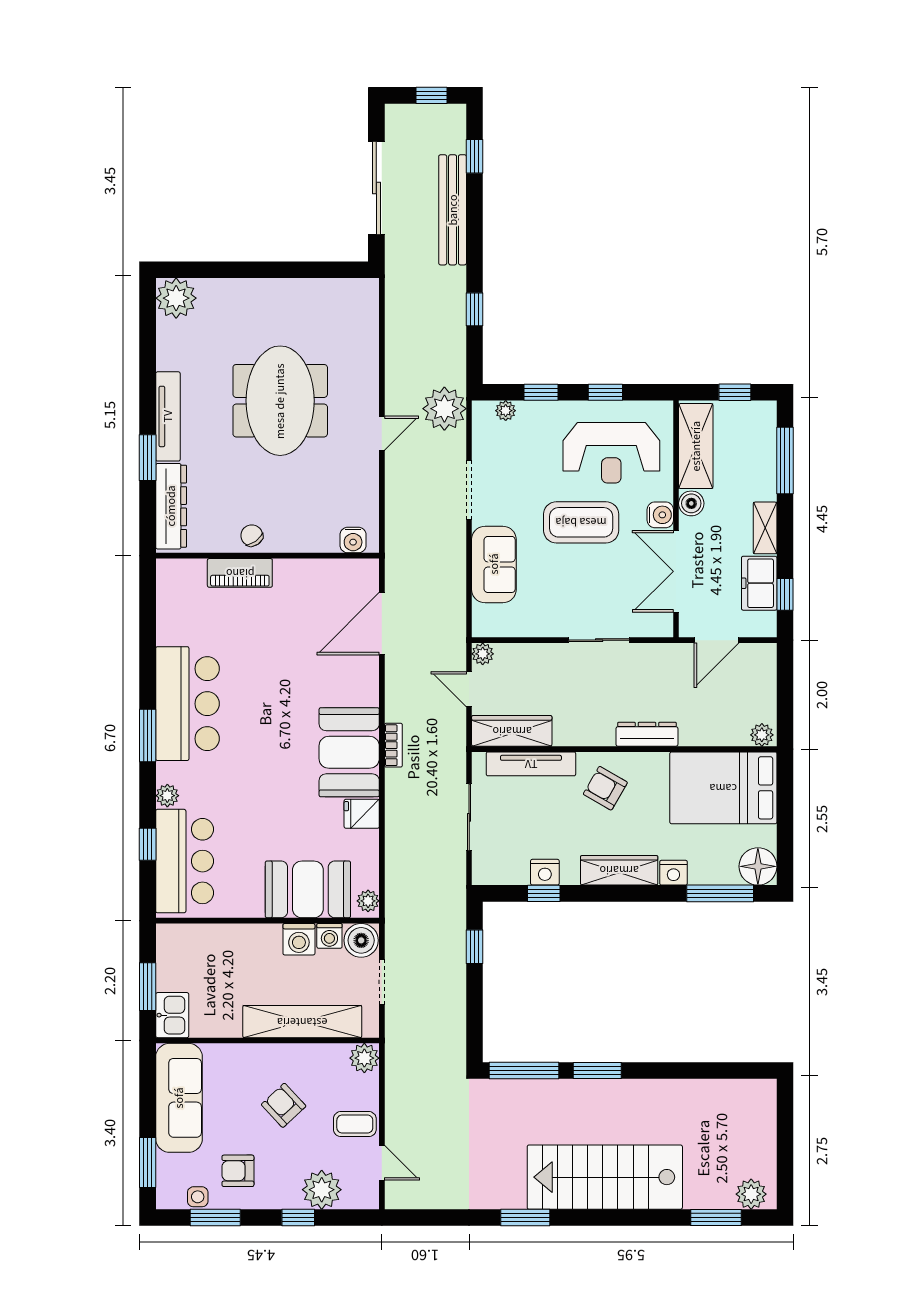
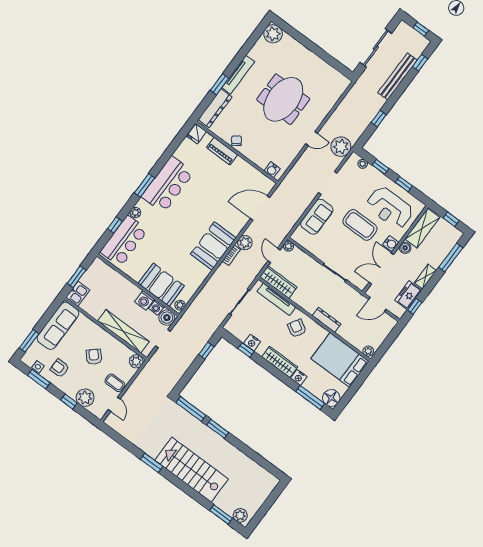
plant: (401, 705) -> (245, 243), added
fridge: (362, 814) -> (197, 134), moved, turned -90

